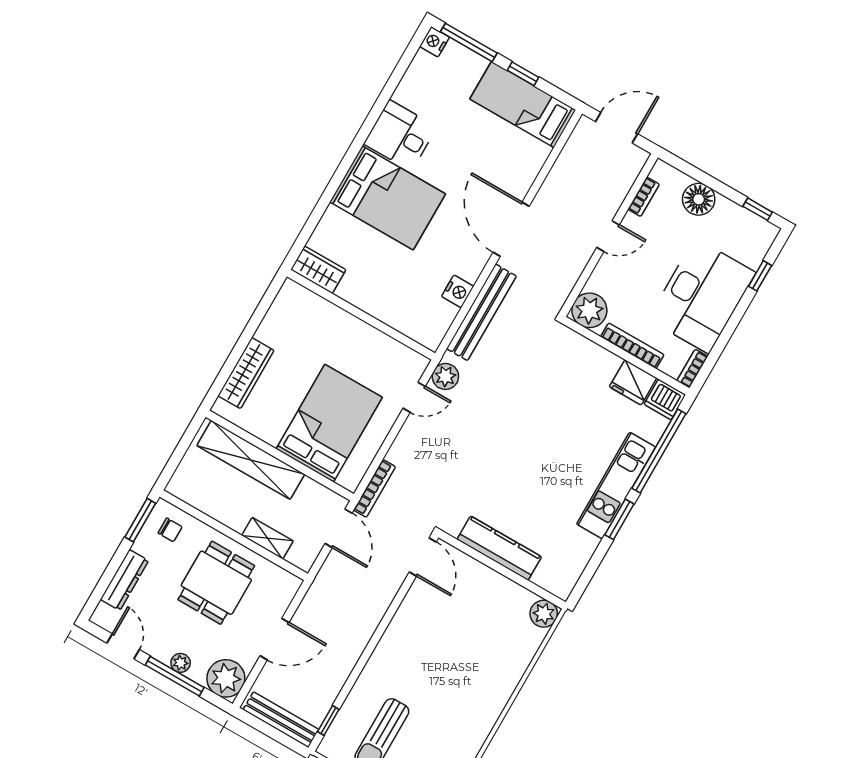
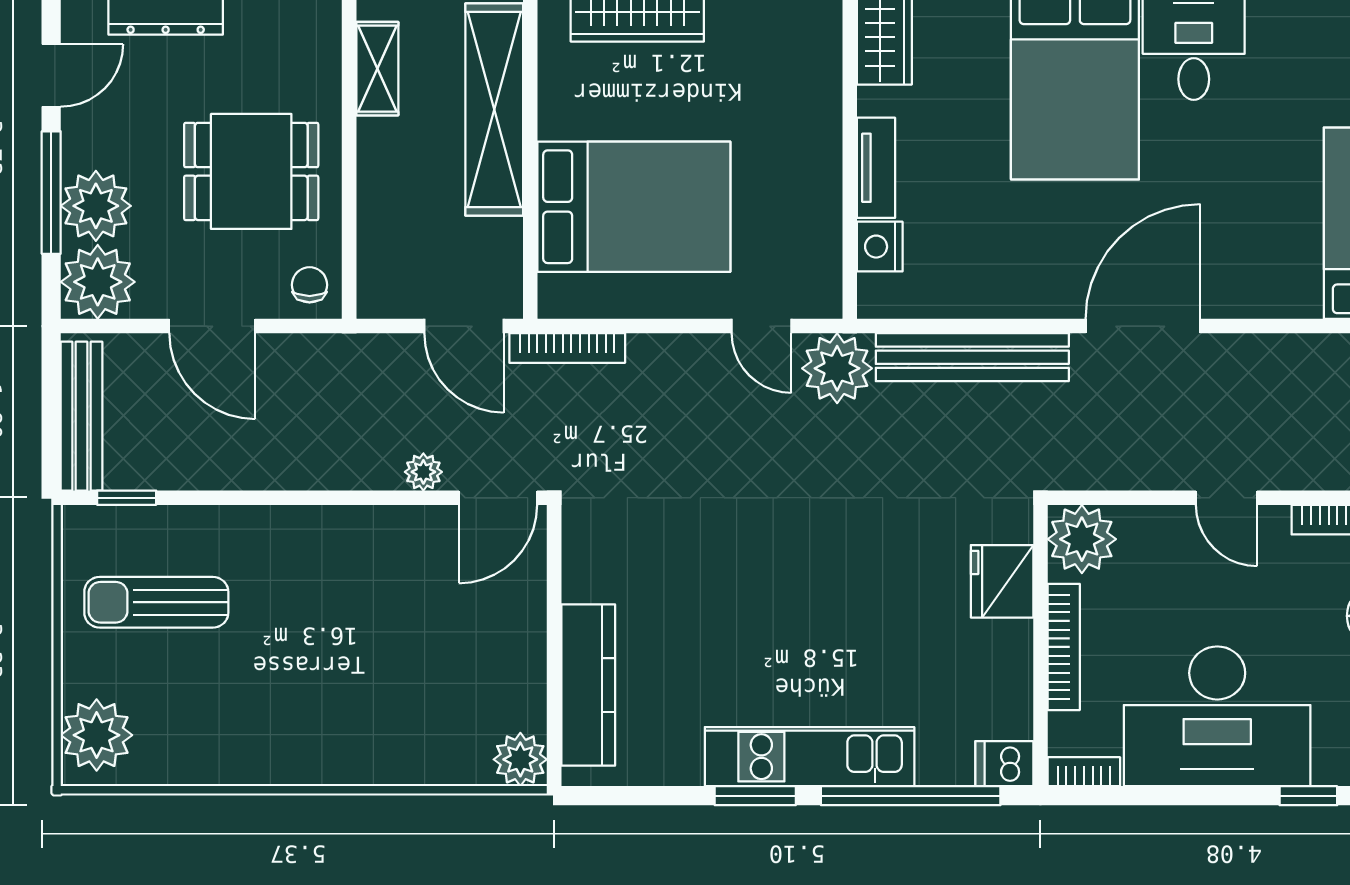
nightstand: (458, 291) -> (880, 247), moved, turned 90
tv unit: (374, 307) -> (876, 168), added
plant: (445, 376) -> (837, 368), width x1.36, depth x1.36
fridge: (633, 382) -> (1002, 581), moved
dishwasher: (665, 399) -> (1004, 764), width x0.73
door: (339, 528) -> (464, 326), hinge flipped
chair: (170, 530) -> (310, 285), moved, turned 180
shelving: (268, 538) -> (377, 69), moved
kitchen counter: (499, 548) -> (588, 685), moved
plant: (392, 583) -> (423, 472), added
plant: (181, 663) -> (96, 206), width x1.87, depth x1.87

